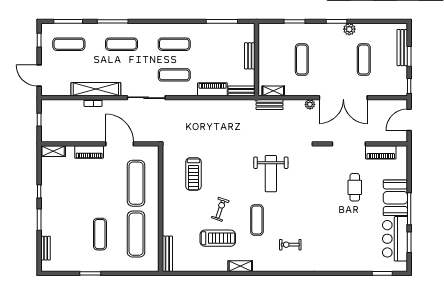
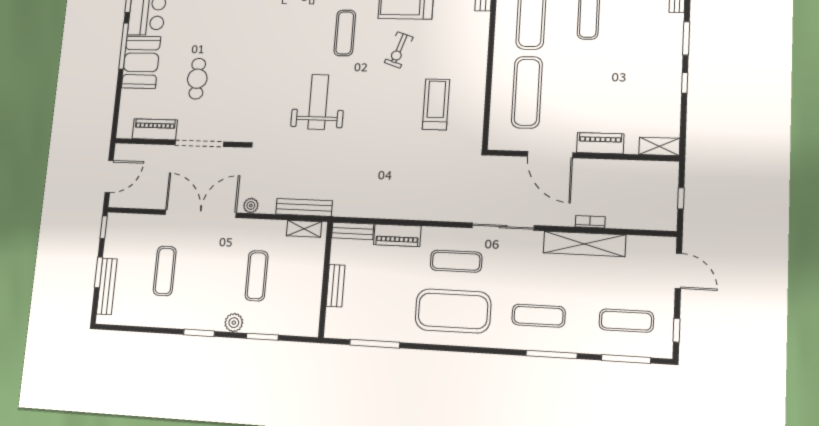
plant: (349, 29) -> (234, 323), moved
exercise mat: (174, 44) -> (453, 311), width x2.00, depth x1.45
bench: (270, 105) -> (304, 207), width x1.36

